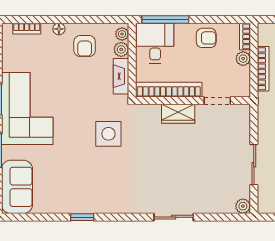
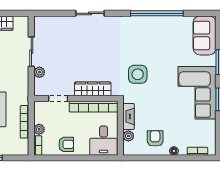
window: (165, 19) -> (96, 158), removed
plant: (122, 34) -> (128, 147), removed
armchair: (206, 38) -> (66, 144), turned 180
wardrobe: (178, 114) -> (93, 89), width x1.50
plant: (243, 206) -> (39, 72), moved
window: (82, 217) -> (157, 13), width x3.17

